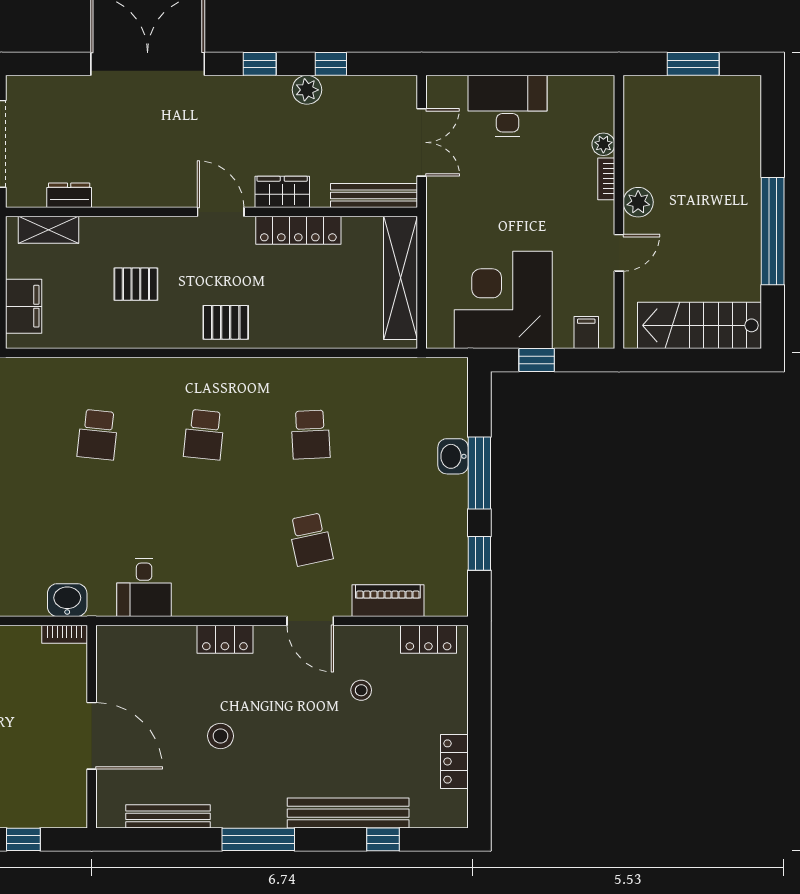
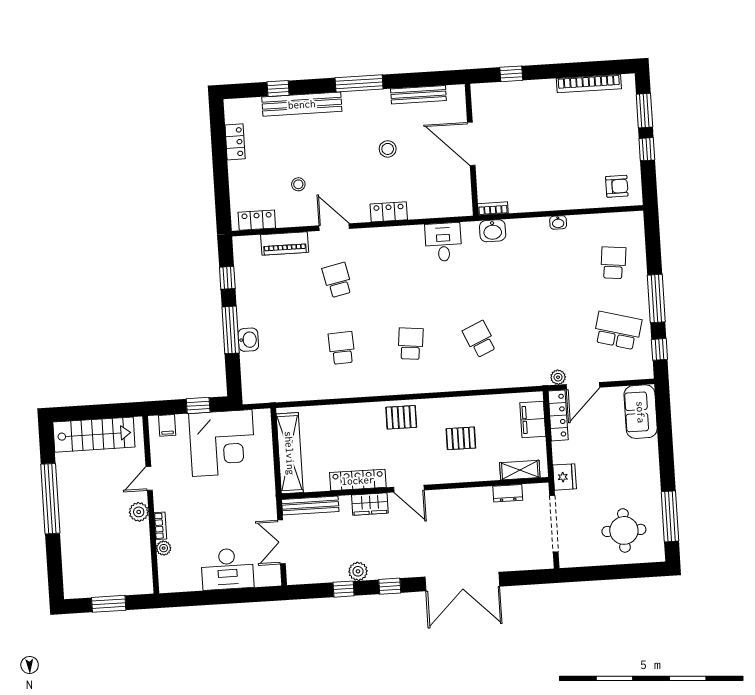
school desk: (98, 435) -> (480, 339), turned -30

